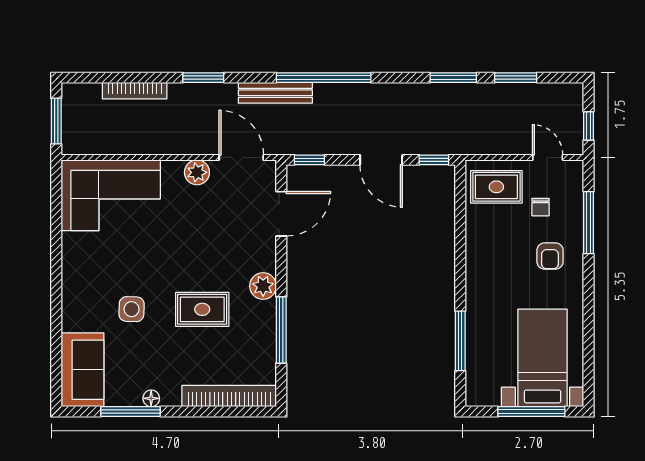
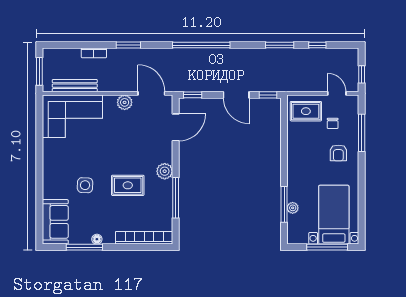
window: (516, 78) -> (317, 45), width x0.67
bookcase: (135, 91) -> (94, 53), width x0.64
bench: (275, 93) -> (75, 86), moved
plant: (475, 347) -> (293, 208), added

